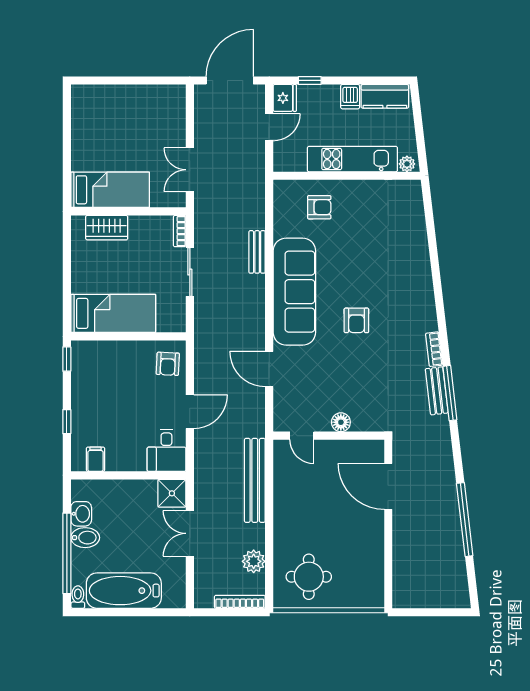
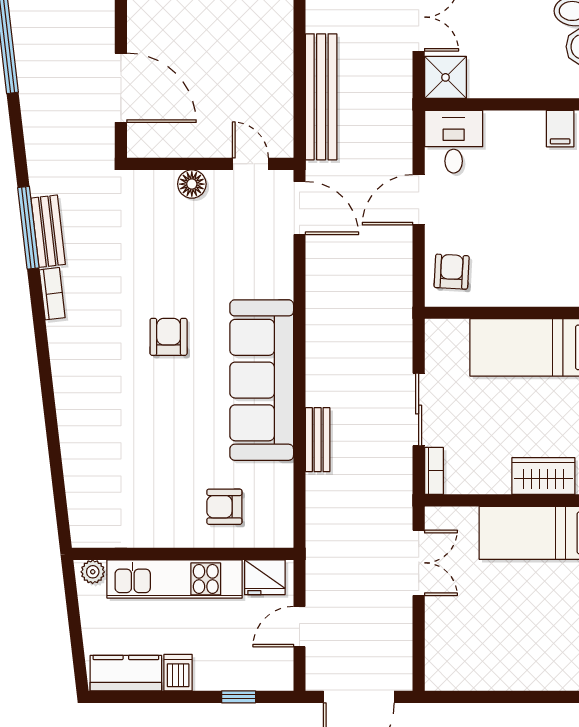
fridge: (285, 98) -> (265, 577), moved, turned -90
door: (269, 369) -> (299, 208), moved

